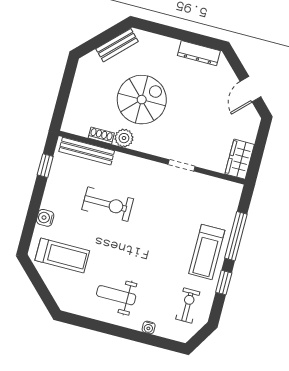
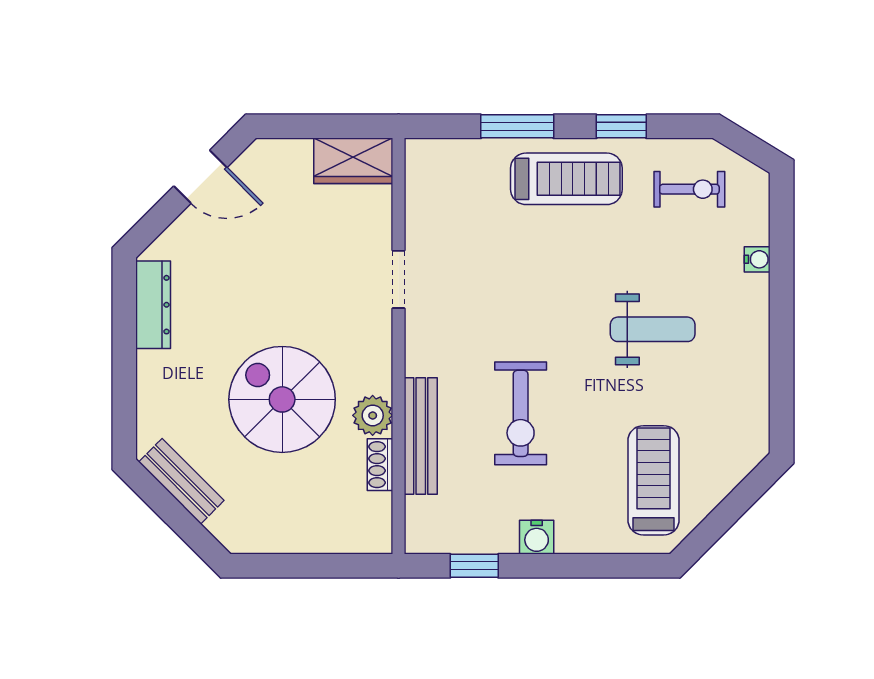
bench: (87, 151) -> (421, 436), moved
exercise bike: (108, 204) -> (521, 413), turned 180
water cooler: (45, 218) -> (537, 537), moved
window: (236, 236) -> (517, 126), width x0.69
weight bench: (116, 295) -> (653, 329), moved, turned -90
exercise bike: (188, 305) -> (689, 189), turned 180

